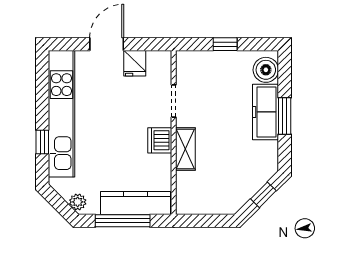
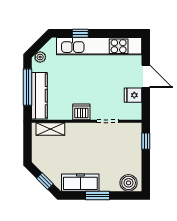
window: (225, 44) -> (146, 141), moved
freezer: (266, 112) -> (80, 183), moved
shelving: (185, 149) -> (50, 129), moved

